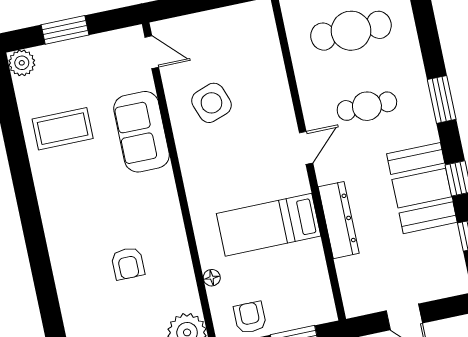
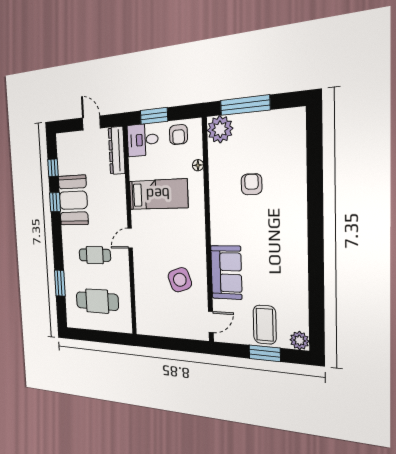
door: (152, 52) -> (211, 322), swing flipped
window: (442, 99) -> (60, 283), moved
coffee table: (63, 129) -> (265, 325), moved, turned 90
dresser: (339, 220) -> (117, 151), moved
desk: (308, 302) -> (143, 140), added

